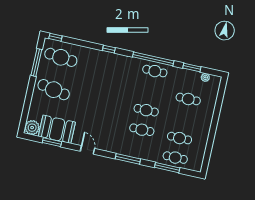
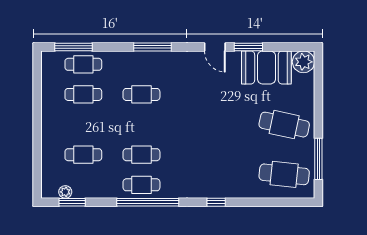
window: (55, 37) -> (299, 202), removed
window: (192, 67) -> (72, 202), moved
cafe table: (146, 110) -> (141, 155), moved
window: (52, 142) -> (248, 47), moved
window: (167, 168) -> (73, 47), moved

